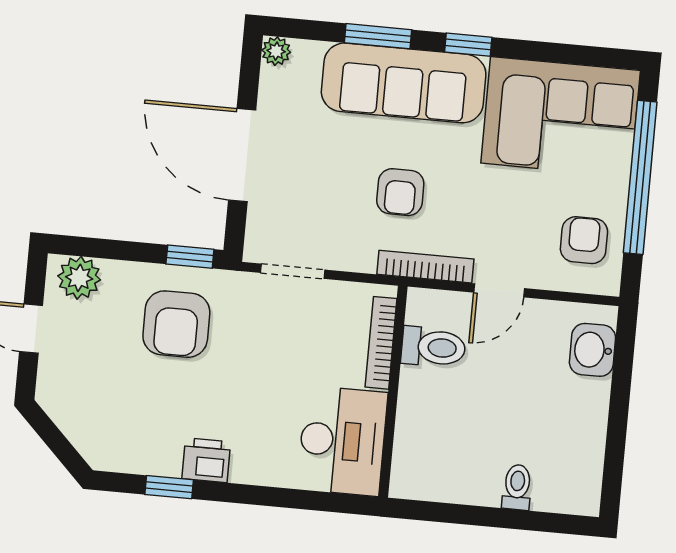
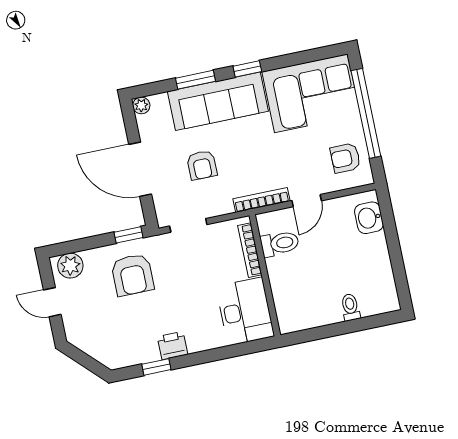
armchair: (400, 192) -> (202, 165), moved
armchair: (584, 240) -> (345, 158), turned -90

